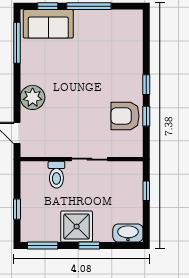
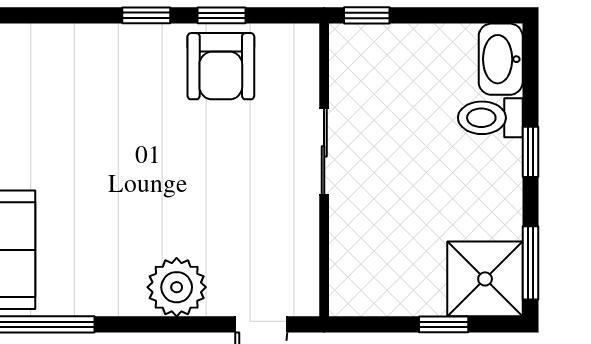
toilet: (56, 175) -> (490, 118), moved, turned 180
window: (146, 191) -> (367, 15), moved
shower: (77, 226) -> (485, 279), moved

